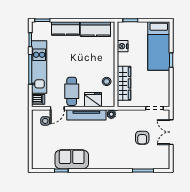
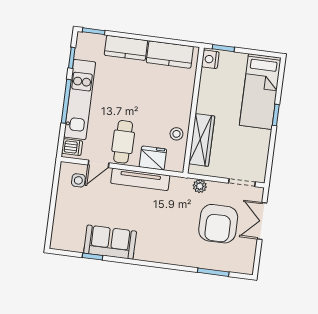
nightstand: (123, 46) -> (210, 59), moved
plant: (111, 114) -> (200, 186), moved
armchair: (142, 138) -> (218, 224), width x1.88, depth x1.88

